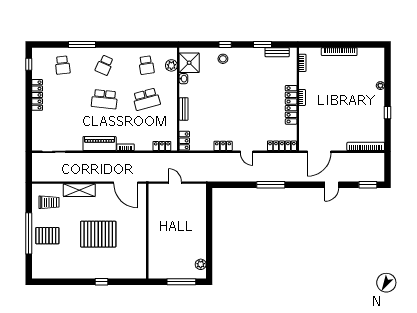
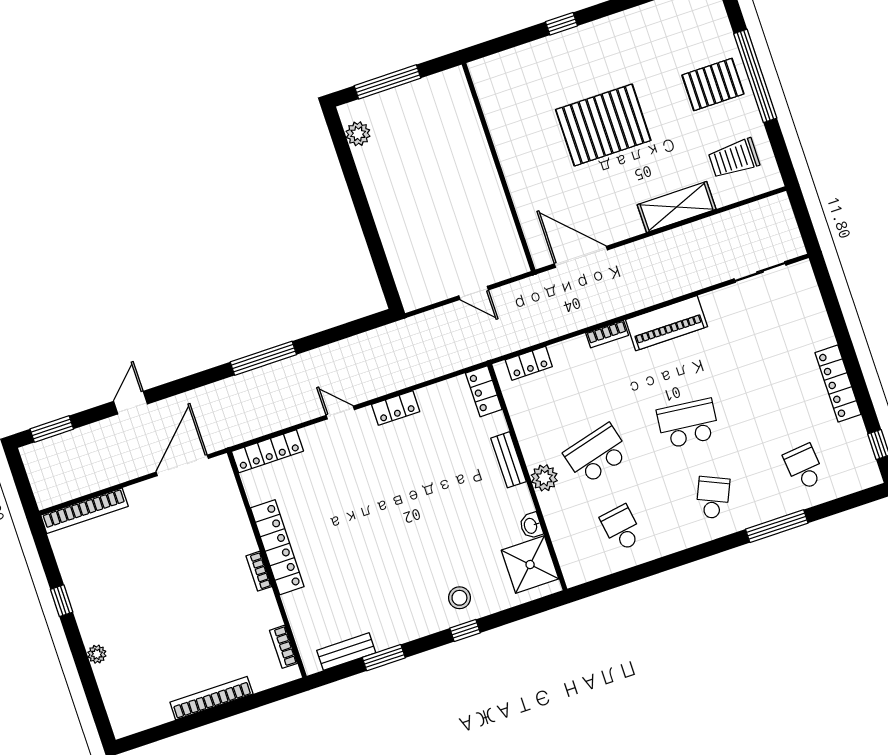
plant: (171, 65) -> (544, 478), moved

